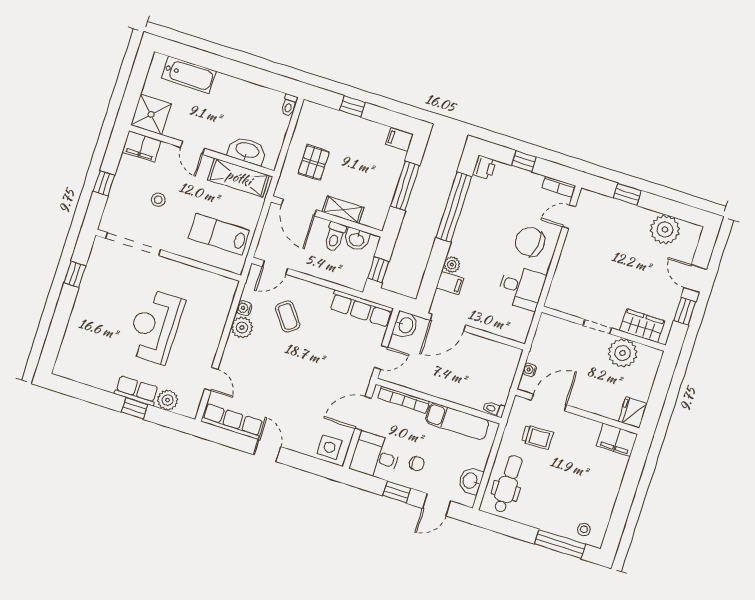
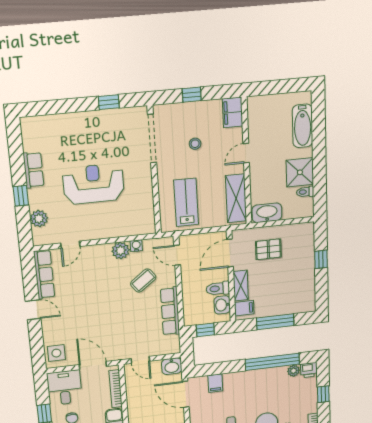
toilet: (289, 105) -> (305, 192), moved
shower: (151, 114) -> (300, 172), moved
filing cabinet: (399, 140) -> (244, 308), moved, turned 90
washbasin: (247, 151) -> (267, 213), moved, turned -90
plant: (452, 265) -> (294, 371), moved
row of seats: (361, 308) -> (170, 311), moved
row of seats: (137, 391) -> (34, 170), moved
door: (267, 451) -> (33, 310), hinge flipped

